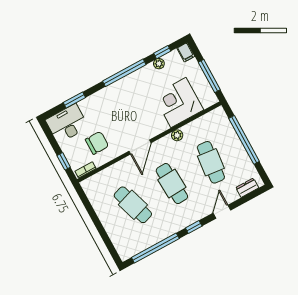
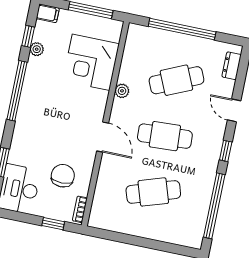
cafe table: (211, 162) -> (176, 80), turned -30

